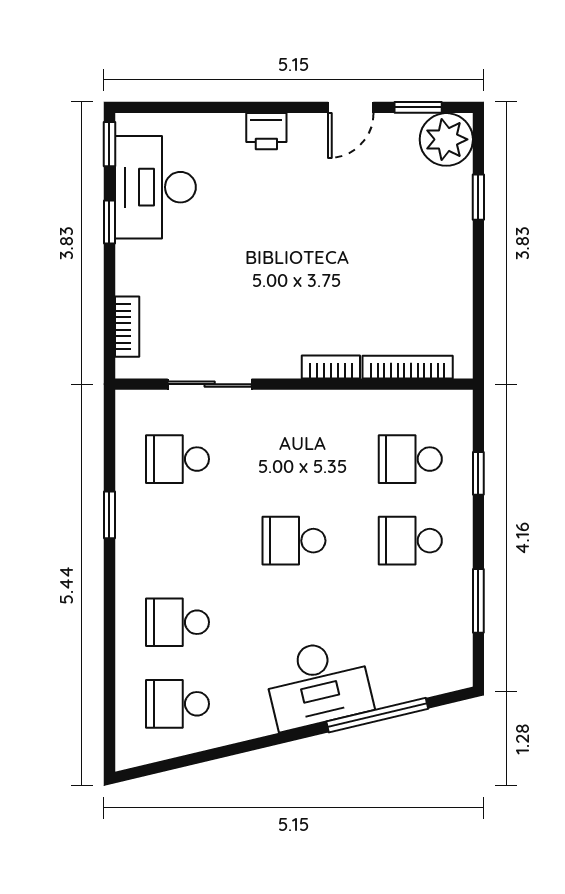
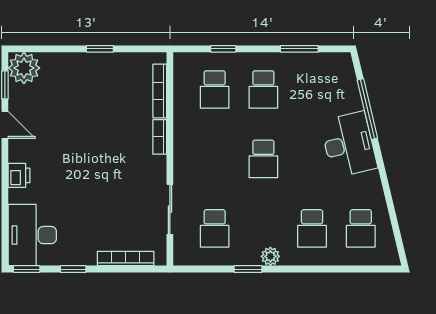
desk: (155, 187) -> (32, 235), moved, turned 90
window: (478, 197) -> (100, 49), moved
bookcase: (127, 327) -> (126, 258), width x1.56
plant: (131, 552) -> (270, 256), added

